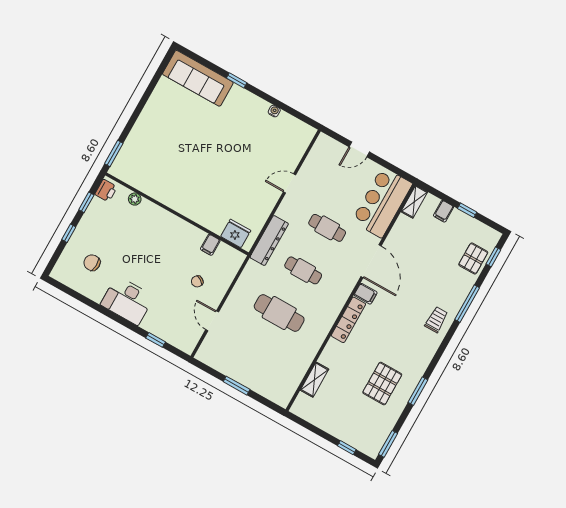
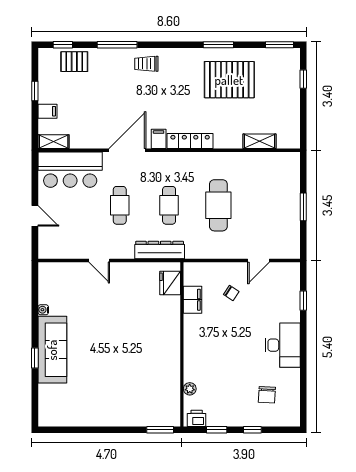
sofa: (198, 78) -> (52, 350), moved
filing cabinet: (210, 245) -> (193, 300), width x2.00
pallet: (382, 384) -> (229, 80), width x1.37, depth x1.41

